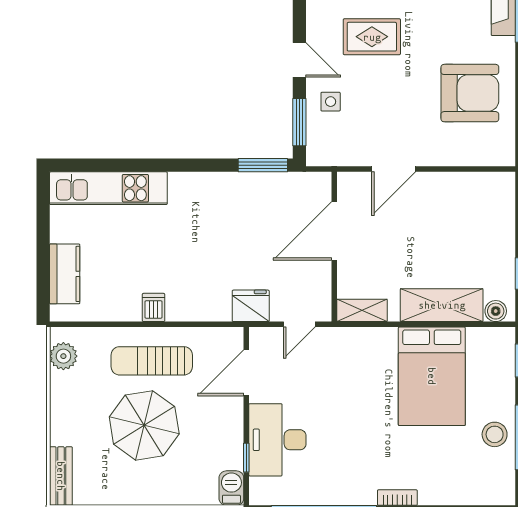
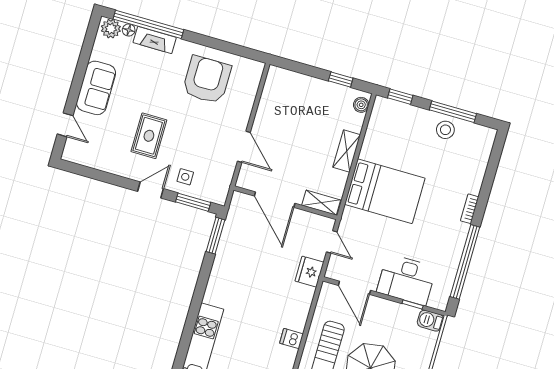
shelving: (442, 305) -> (347, 151), width x0.67, depth x0.75
shelving: (362, 310) -> (321, 203), moved, turned 90
bed: (432, 376) -> (385, 191), moved

